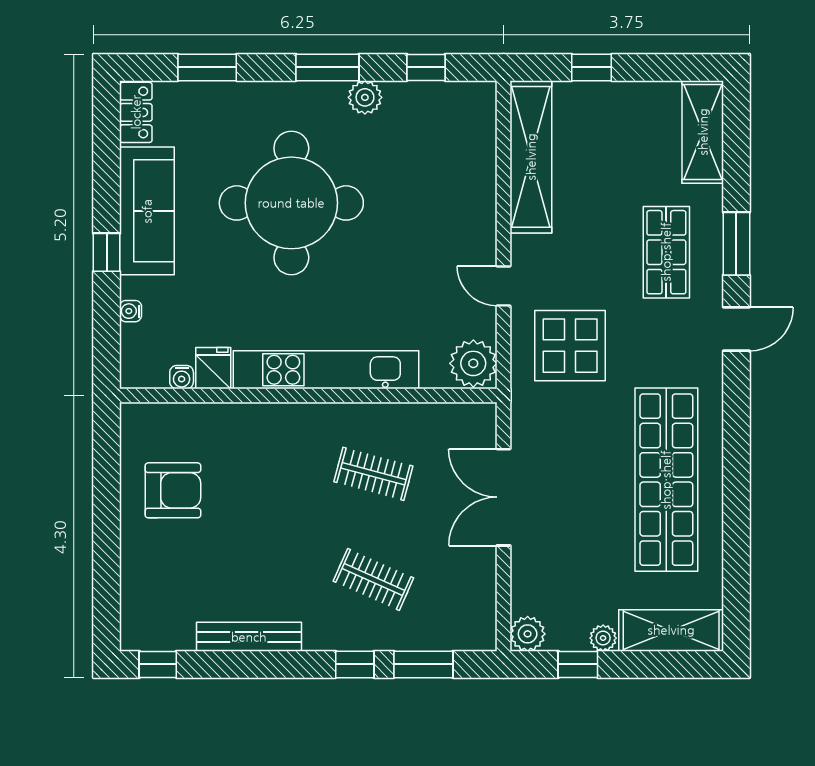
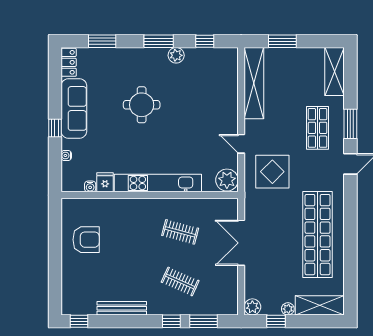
window: (592, 67) -> (282, 41), width x1.50
round table: (291, 203) -> (142, 105), width x0.54, depth x0.54

